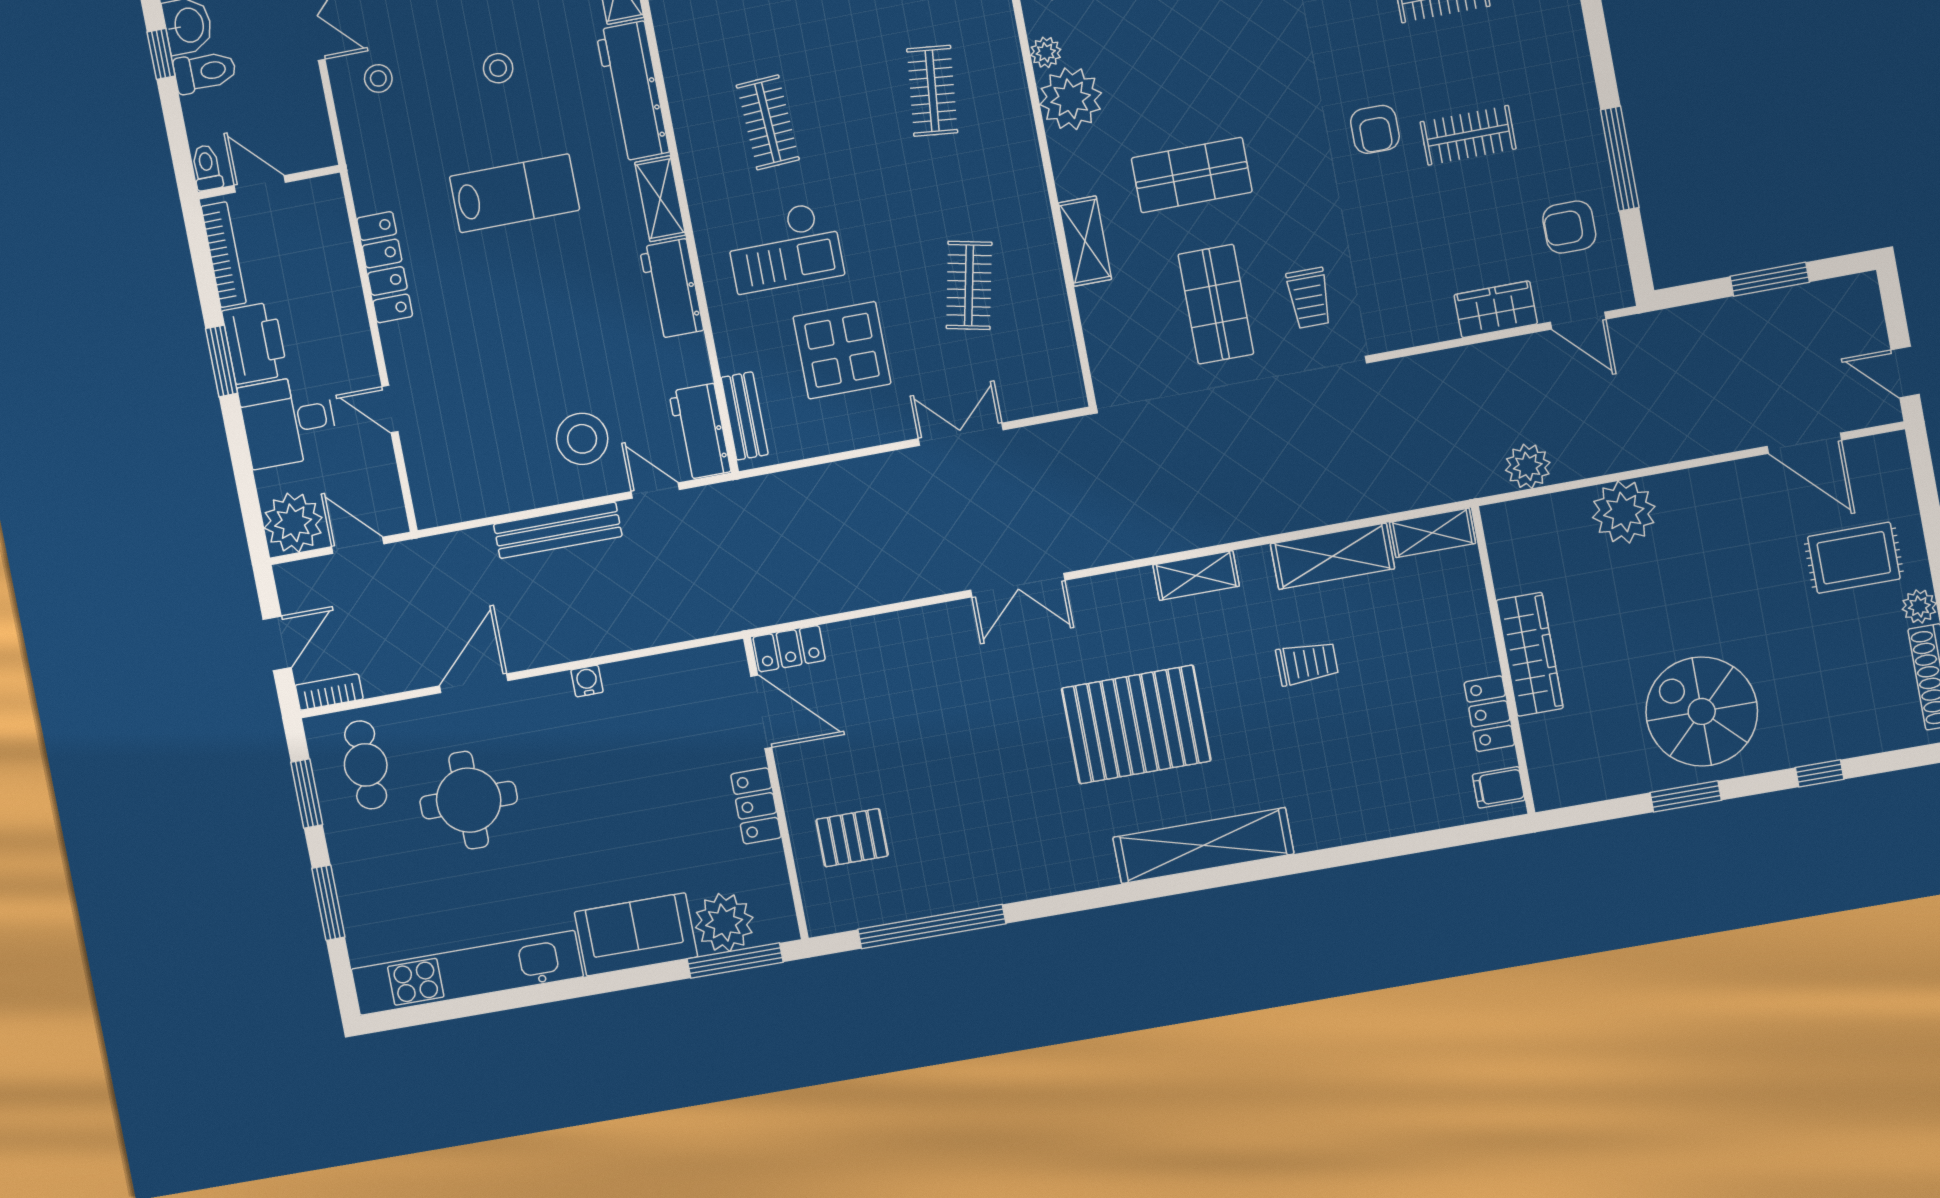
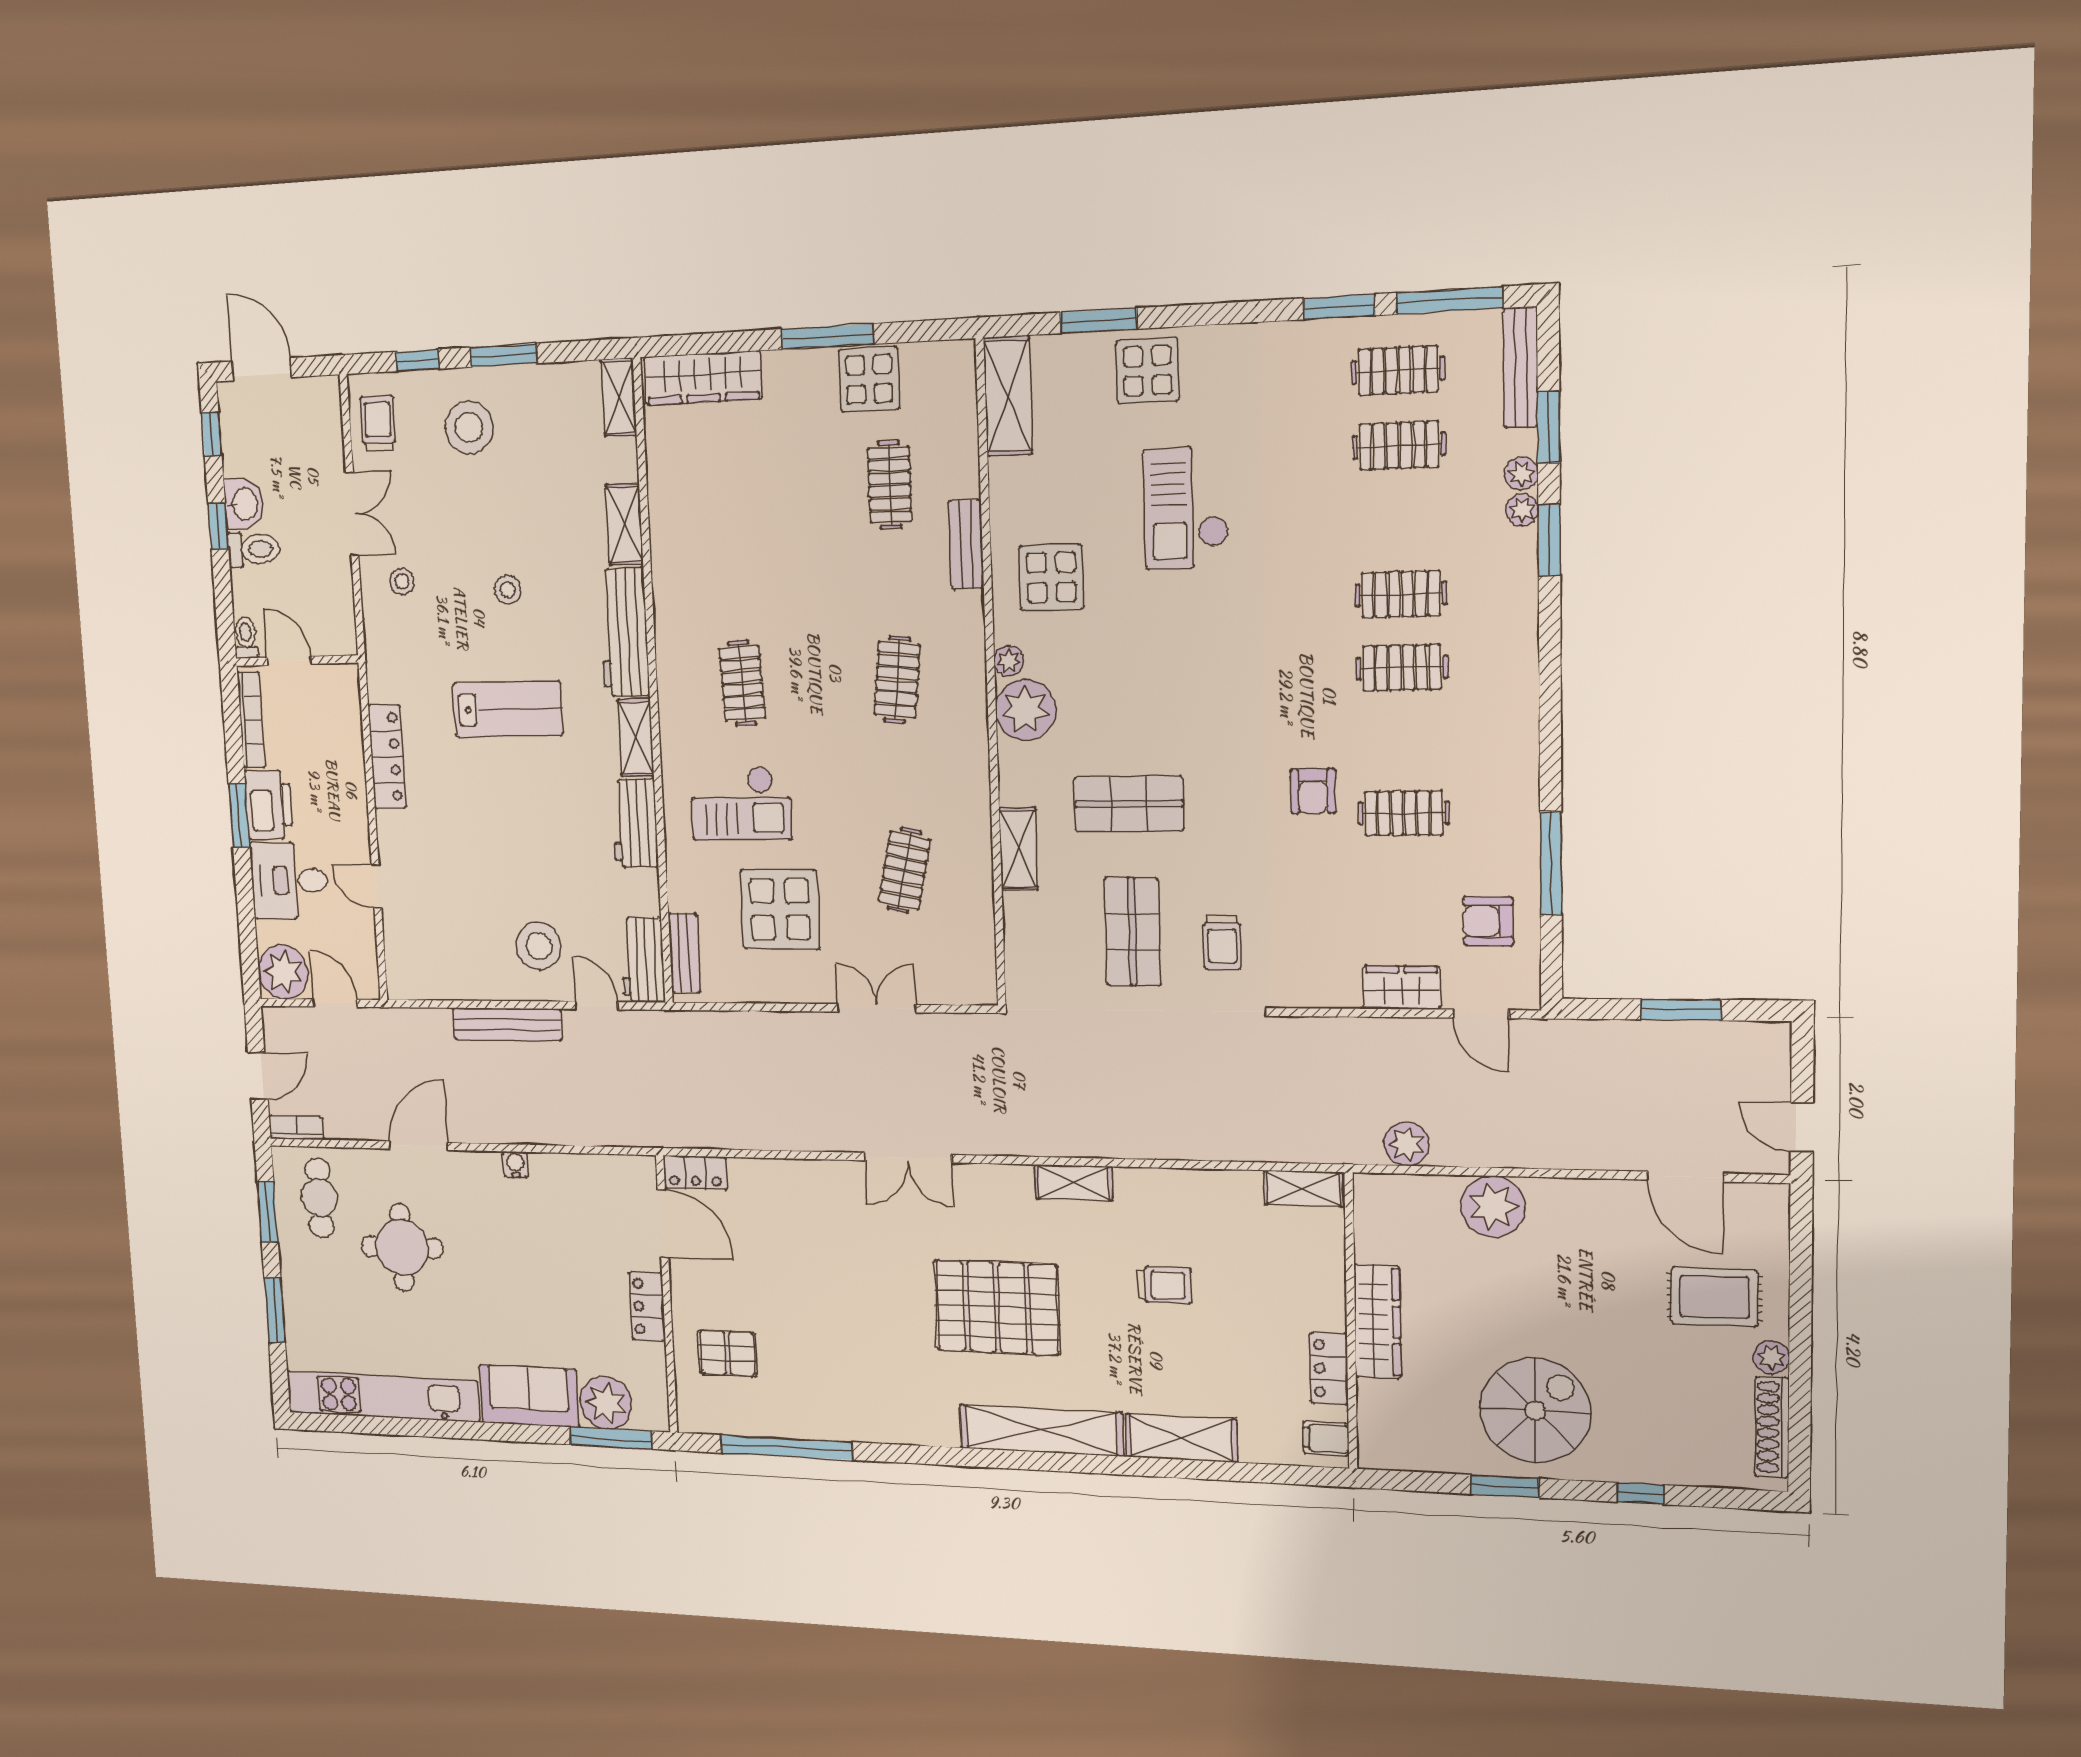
shelving: (1332, 556) -> (1181, 1438), moved
spiral stairs: (1702, 711) -> (1535, 1411), turned 90

